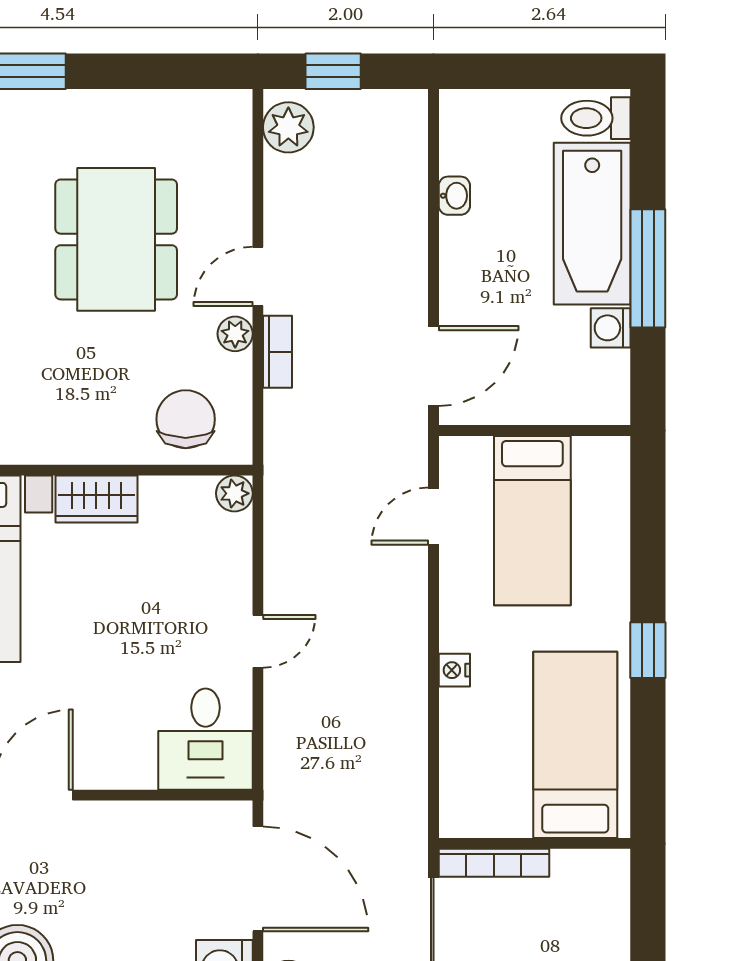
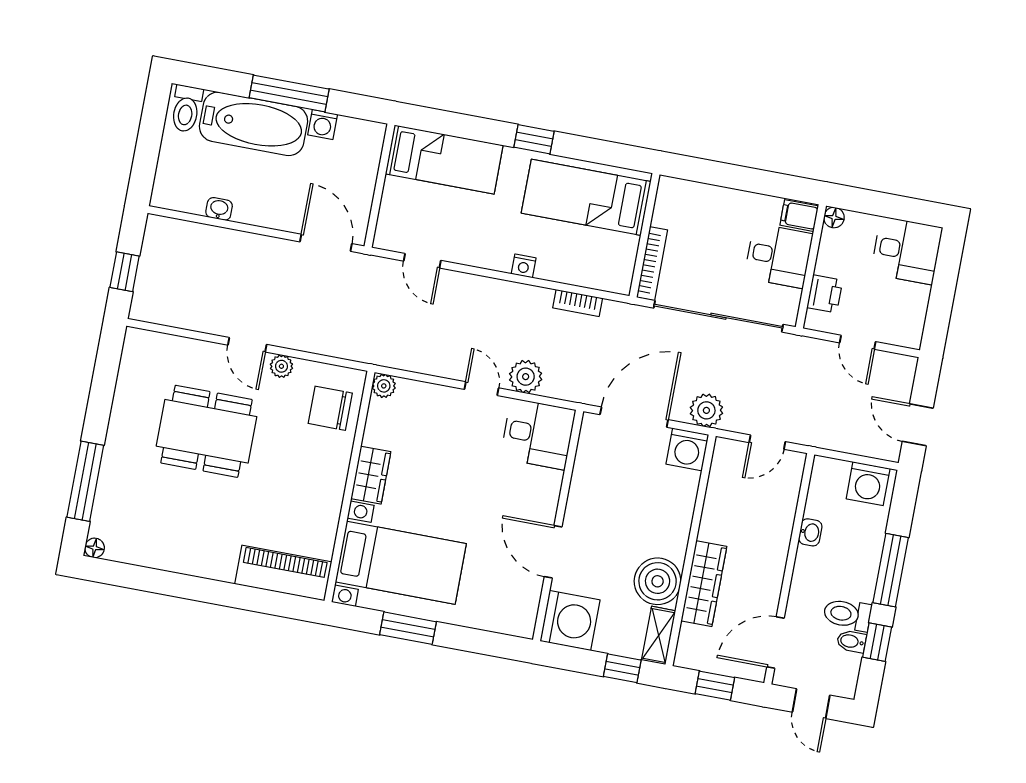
plant: (288, 127) -> (526, 377), moved
bookcase: (278, 352) -> (578, 303), moved, turned 180
bed: (532, 521) -> (444, 159), moved

